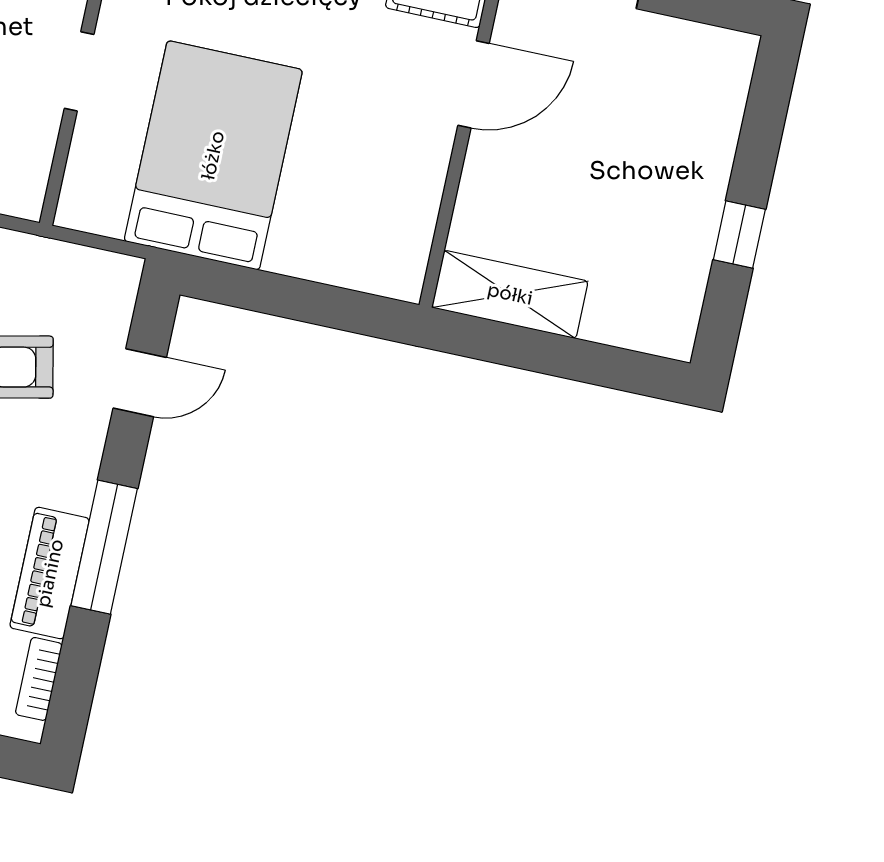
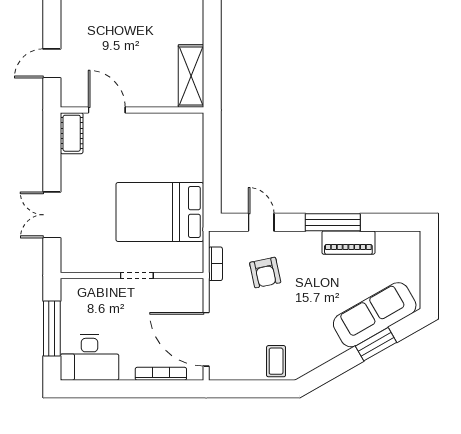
bookcase: (39, 679) -> (215, 264), moved, turned -90

